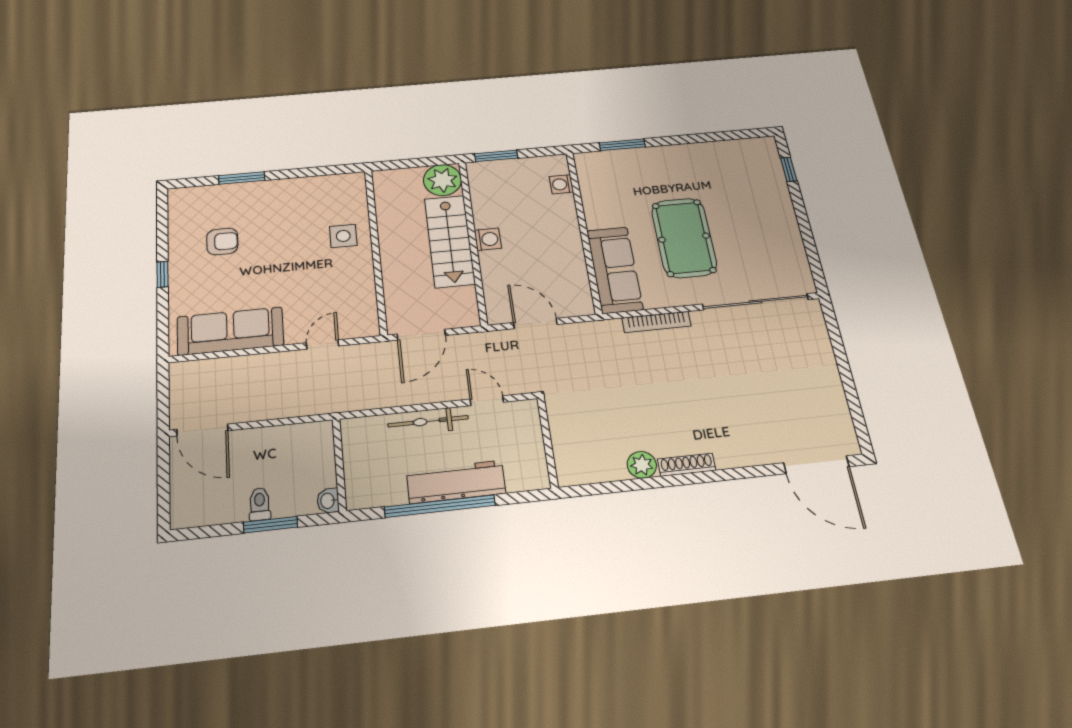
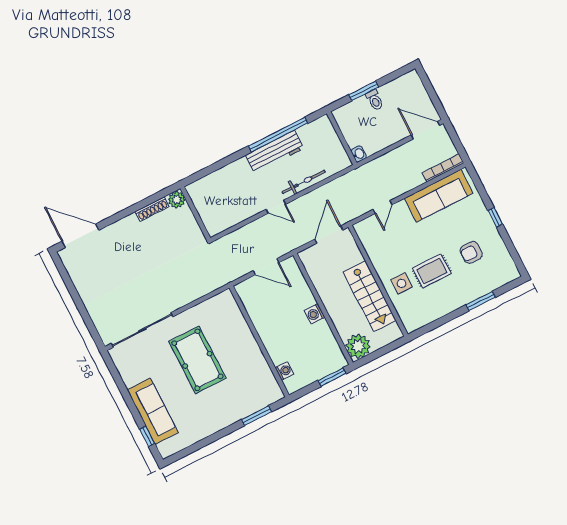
rug: (292, 237) -> (432, 271), added
stairs: (450, 241) -> (370, 296), moved, turned 180
sofa: (615, 270) -> (153, 411), moved, turned 180
bookcase: (656, 322) -> (443, 168), moved
wall: (548, 442) -> (195, 213), moved
washbasin: (328, 501) -> (359, 154), moved

